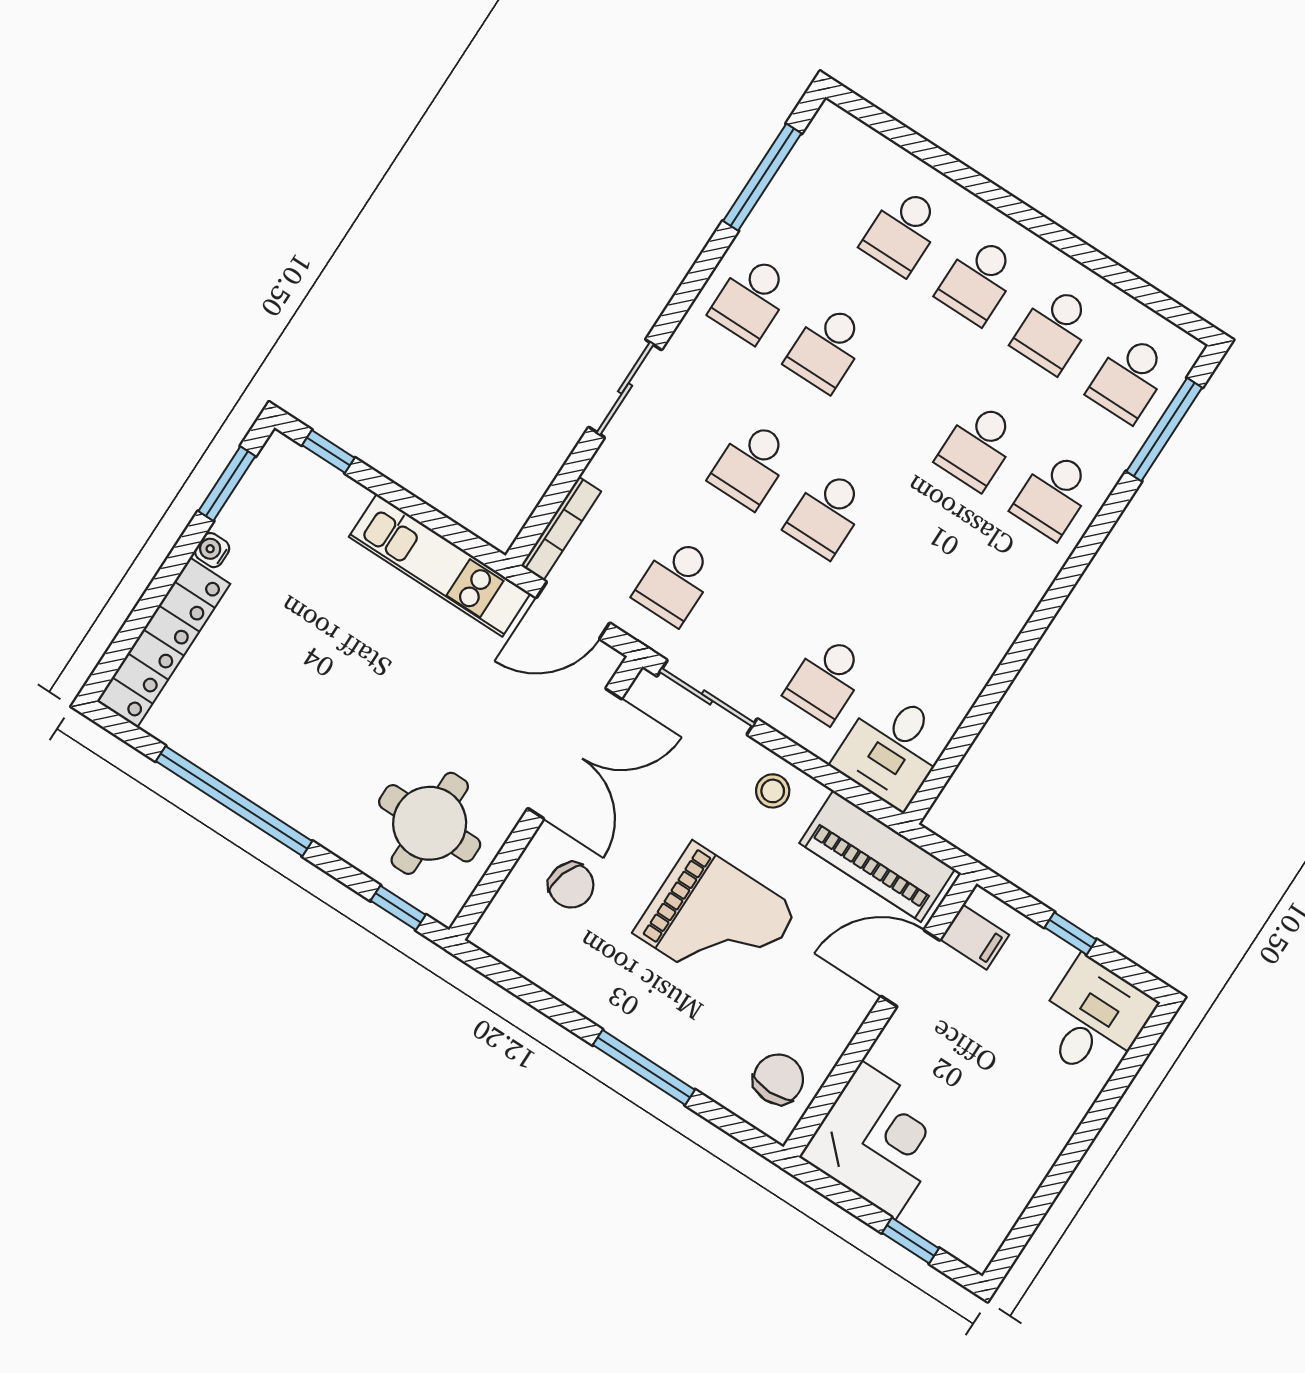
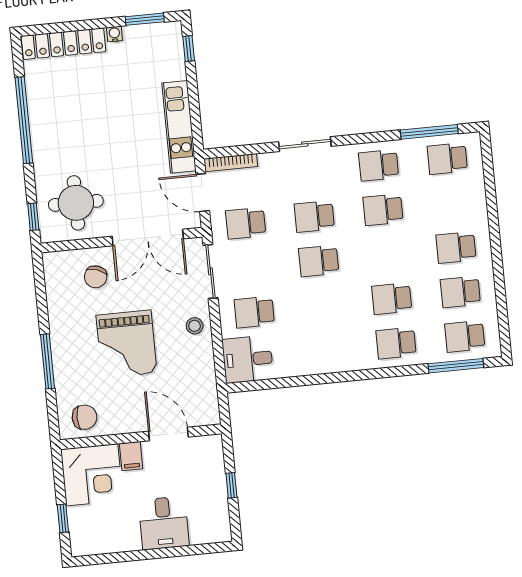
school desk: (903, 231) -> (447, 159), moved
piano: (877, 856) -> (202, 386), removed
filing cabinet: (975, 937) -> (131, 456), moved
desk: (1093, 1019) -> (164, 523), moved, turned 90

